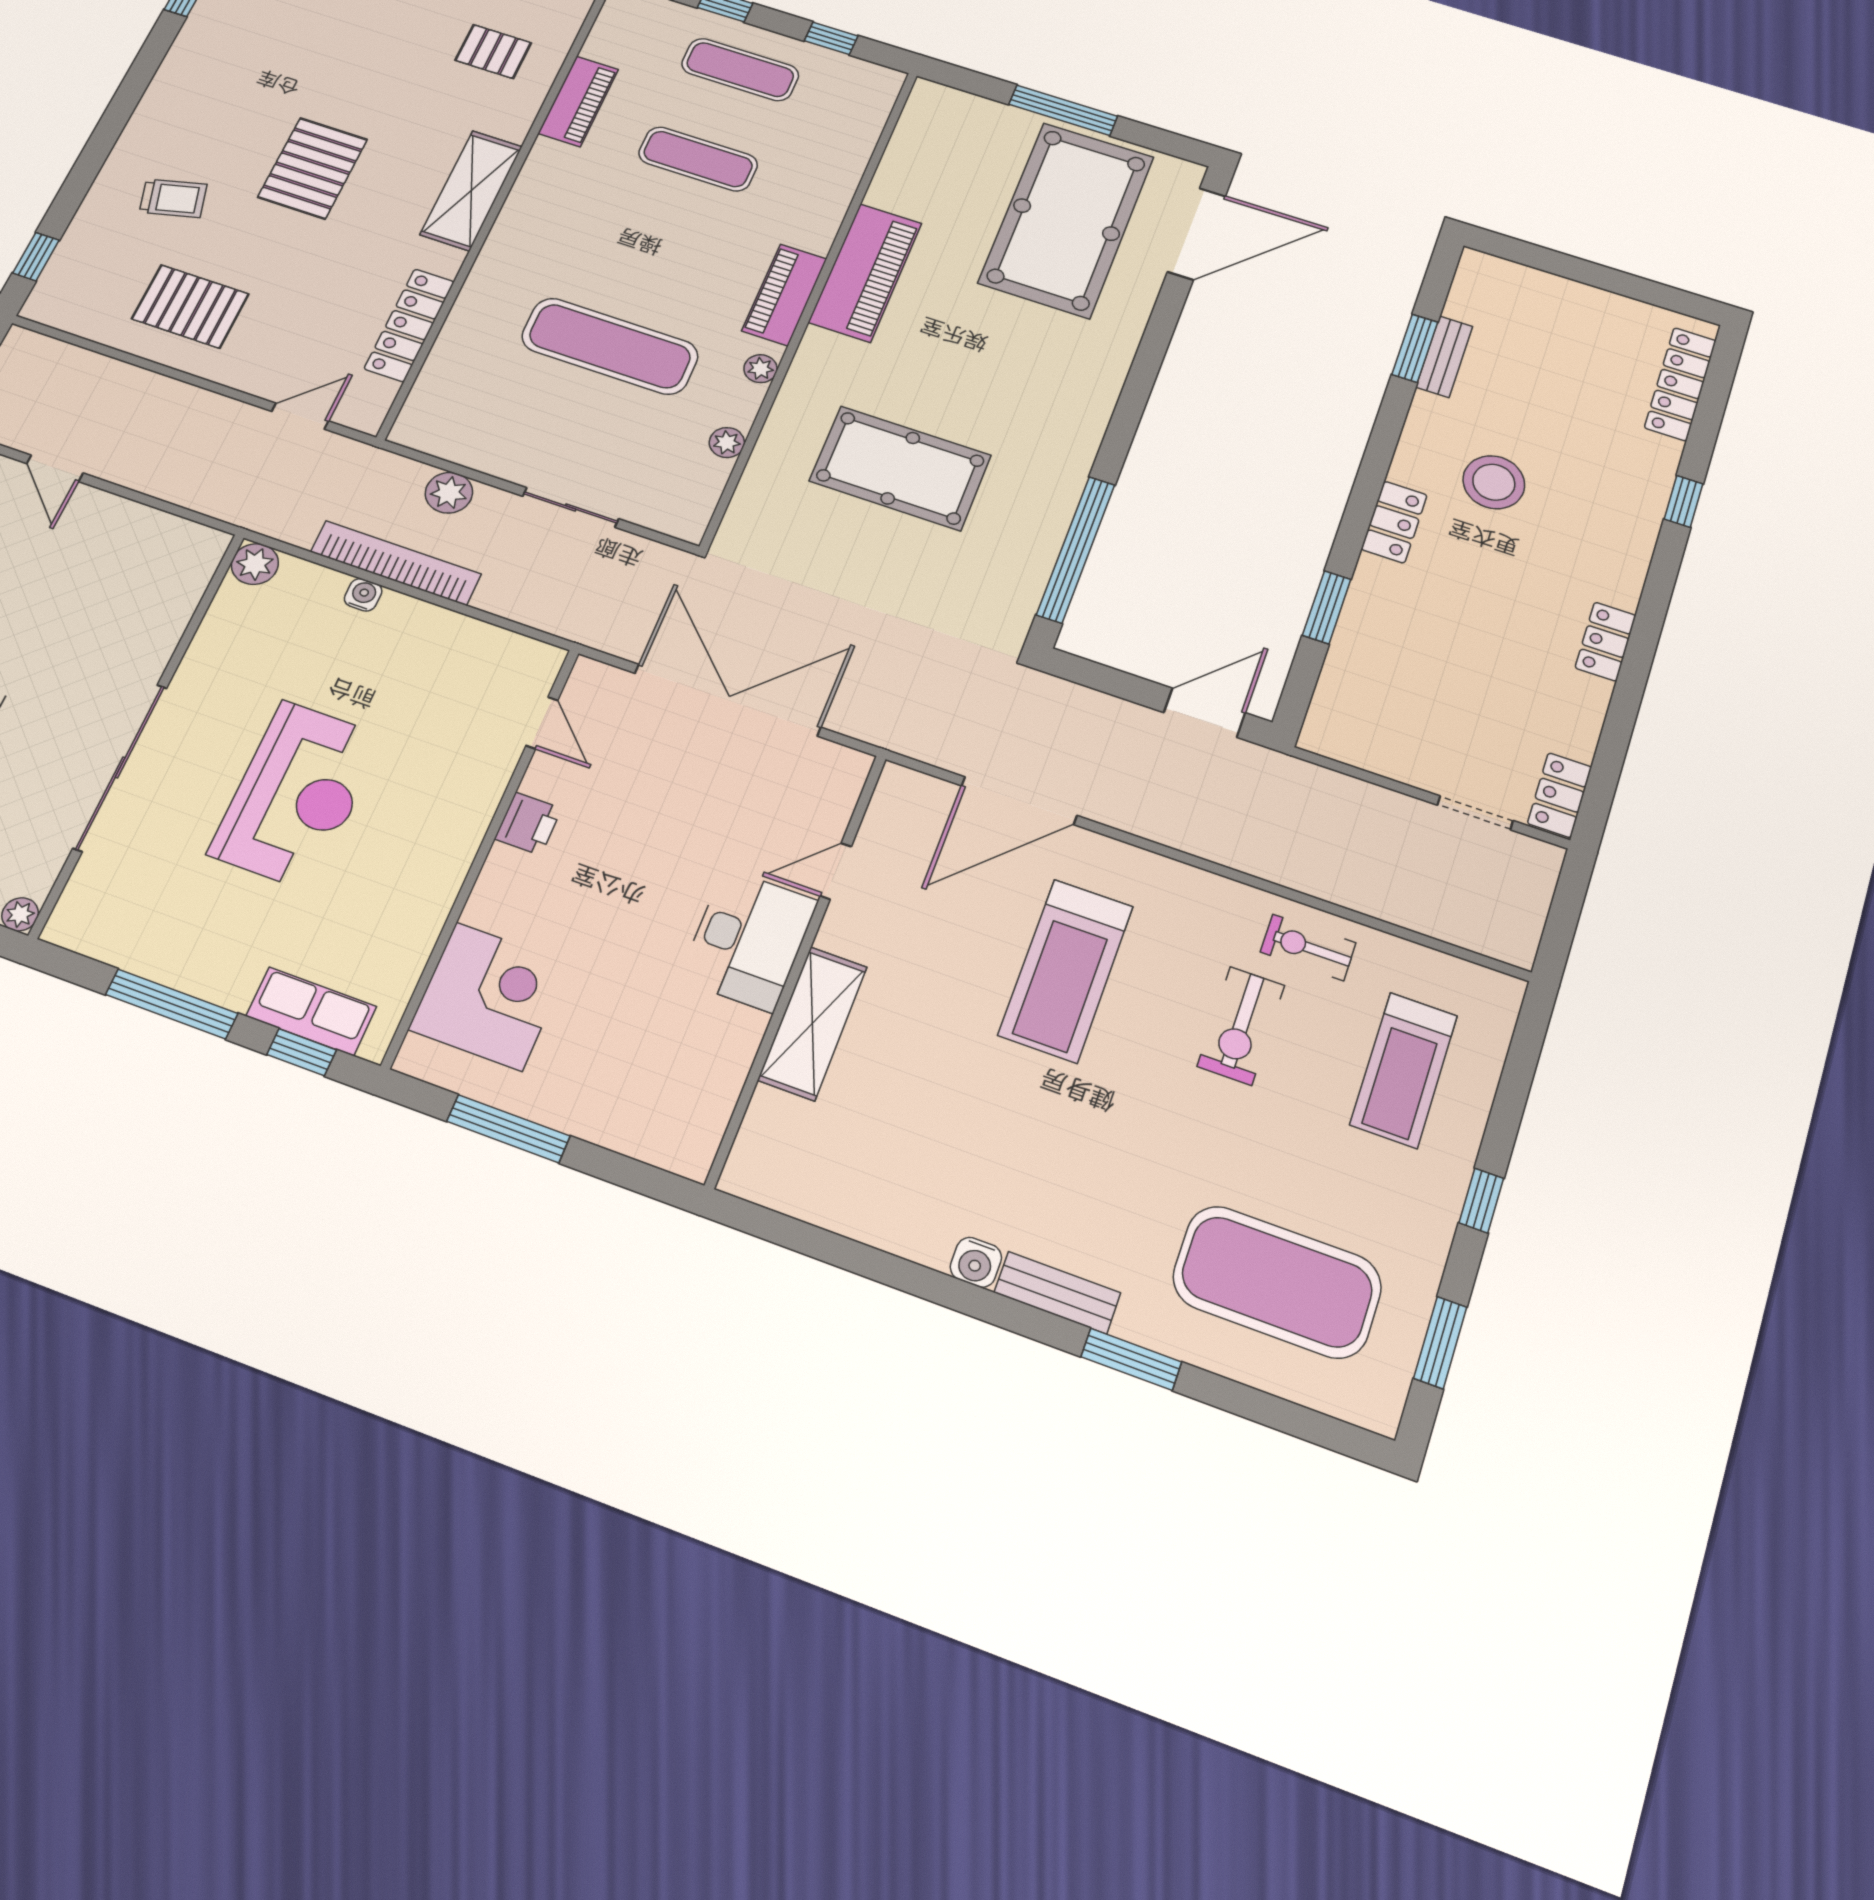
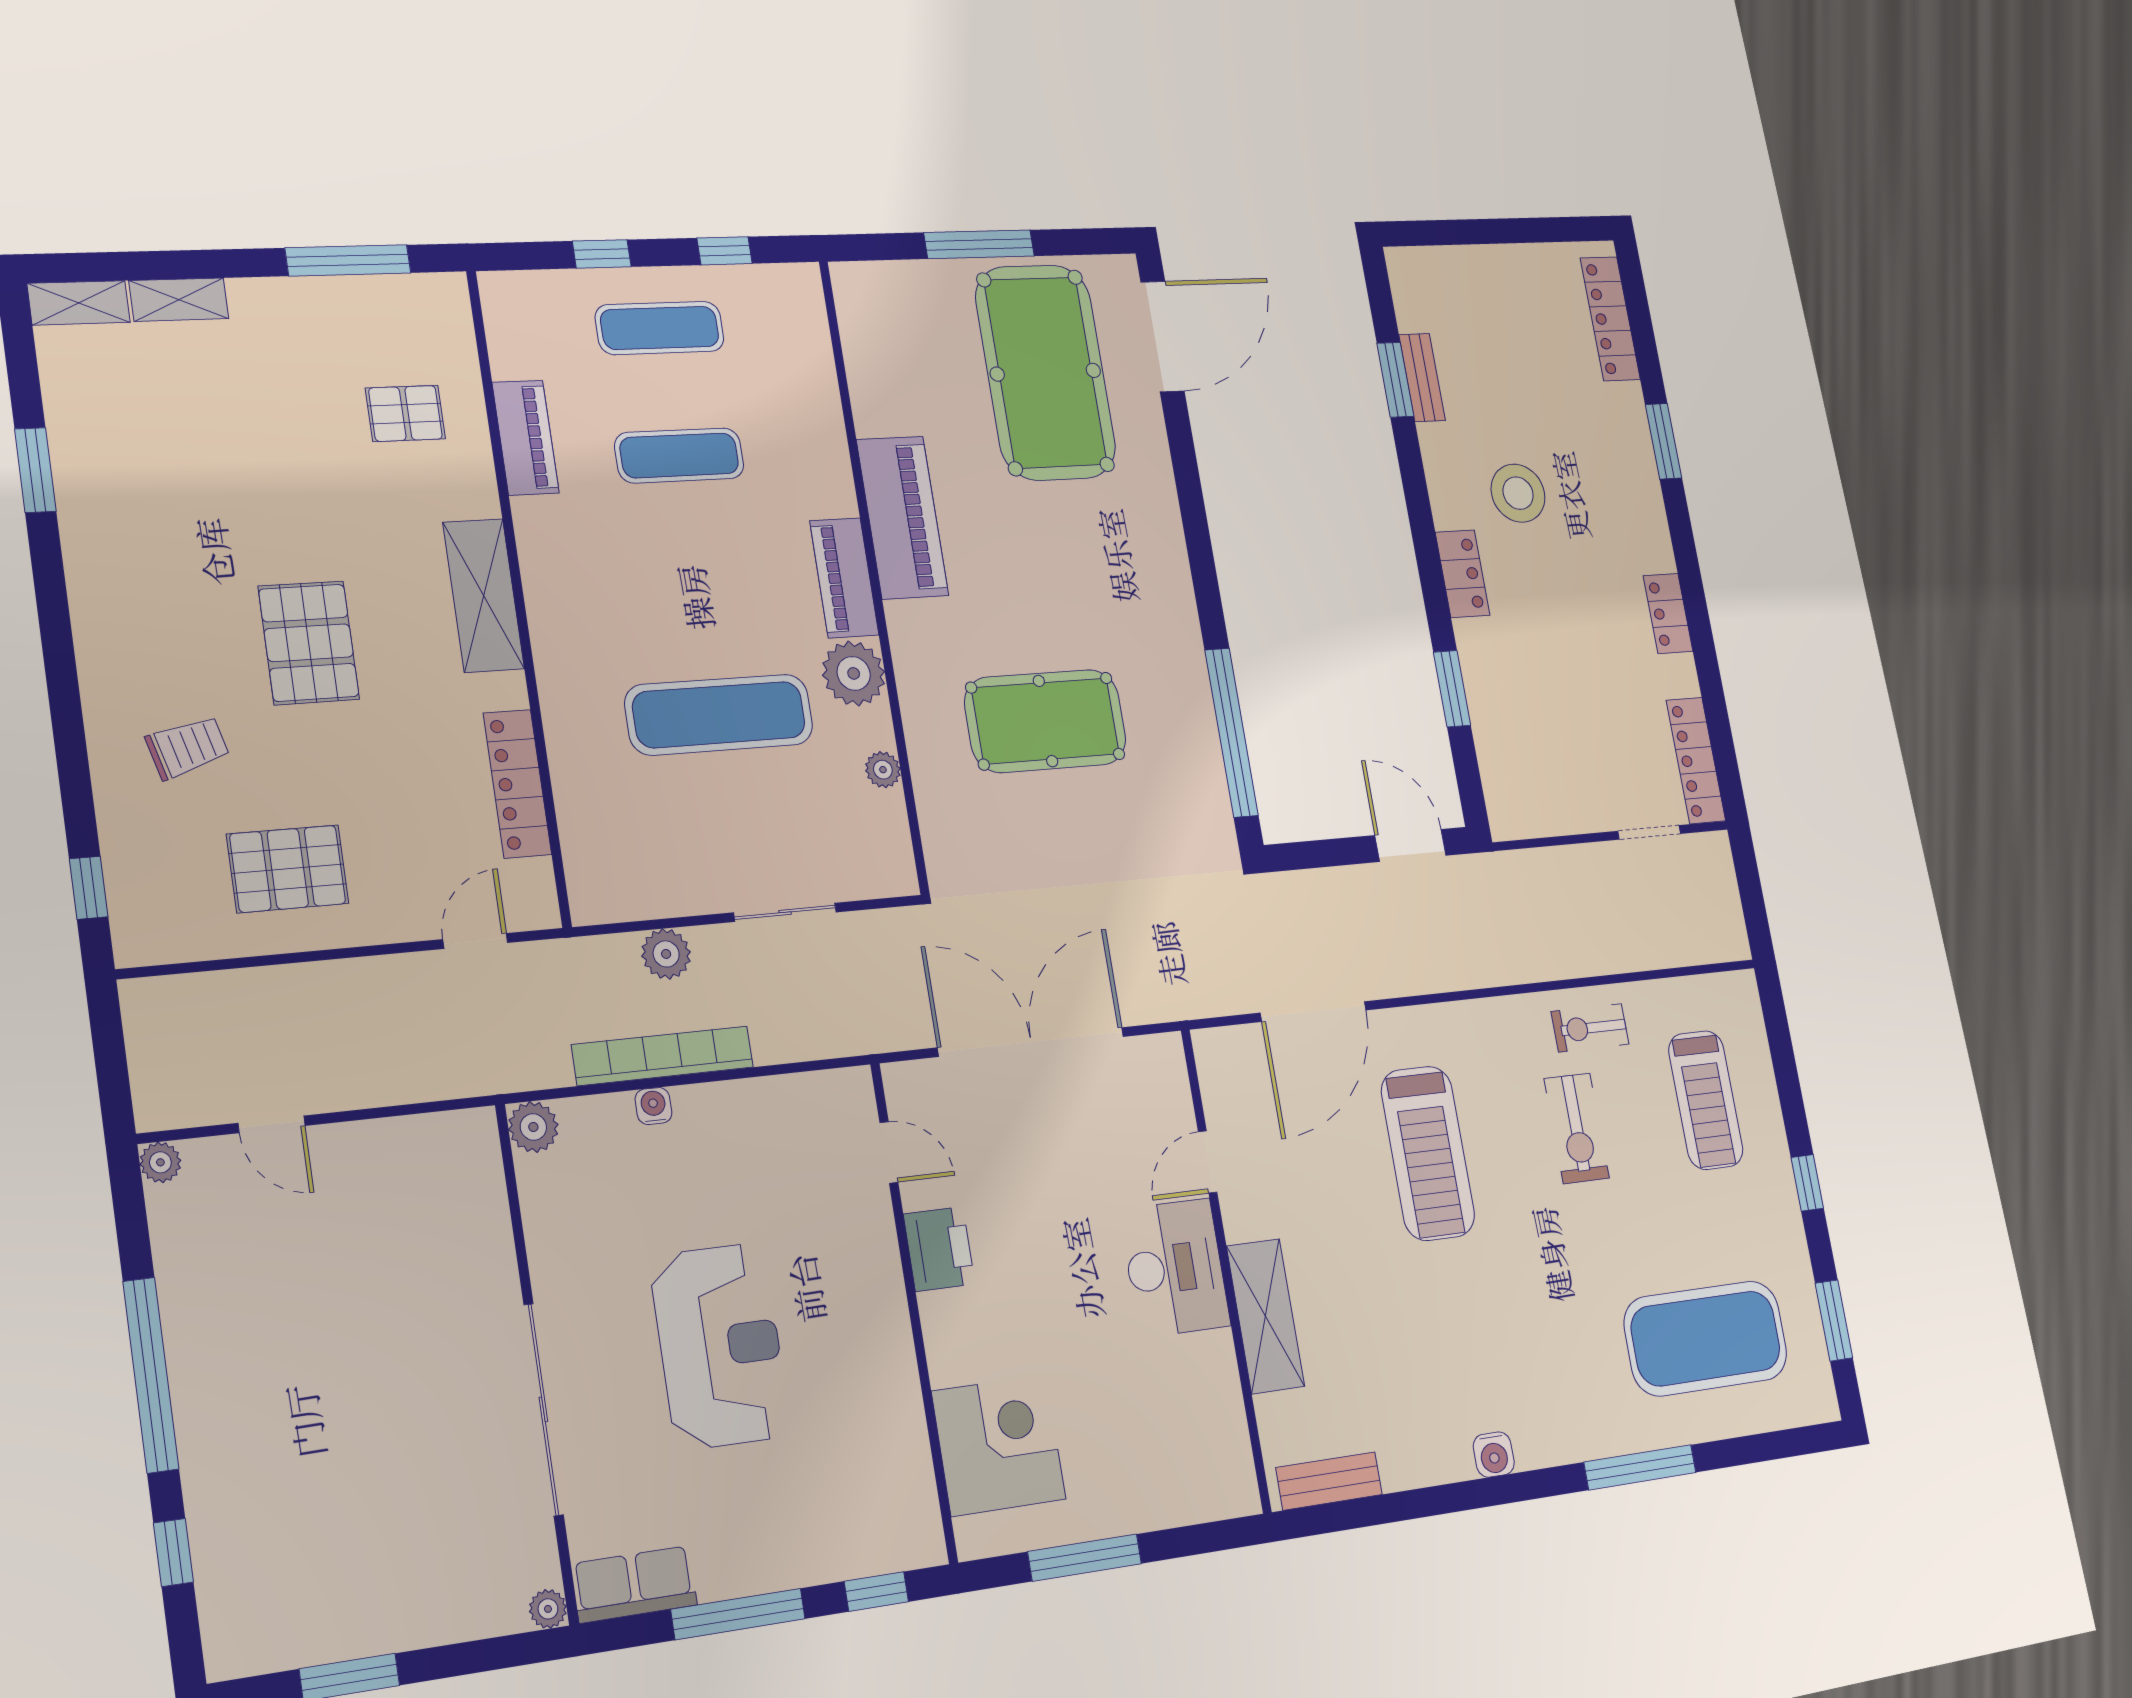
plant: (761, 369) -> (854, 673), width x1.87, depth x1.87
window: (1684, 501) -> (1663, 441), width x1.50
door: (1205, 713) -> (1410, 845), hinge flipped
locker: (1560, 795) -> (1696, 760), width x1.53
printer: (528, 824) -> (939, 1249), width x1.36, depth x1.24
row of seats: (311, 1011) -> (634, 1584), moved
bench: (1057, 1293) -> (1329, 1481), moved
window: (1131, 1359) -> (1640, 1467), width x1.44

